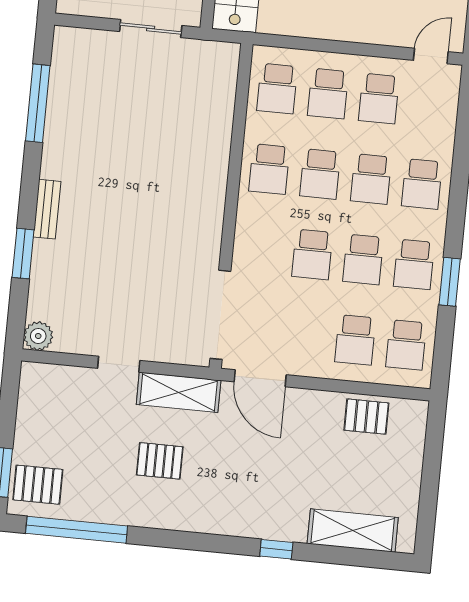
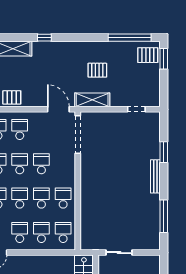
bench: (47, 209) -> (155, 176), width x1.36
plant: (38, 336) -> (154, 118), removed
doorway: (119, 364) -> (136, 109), moved

